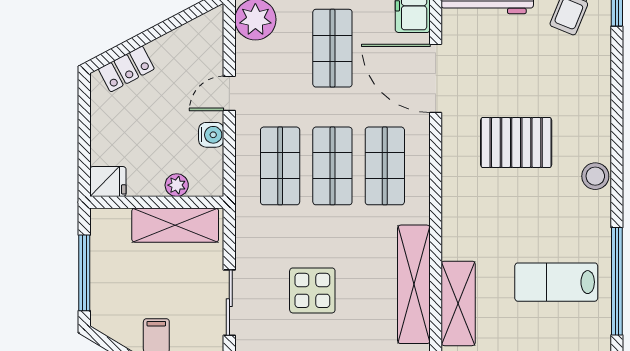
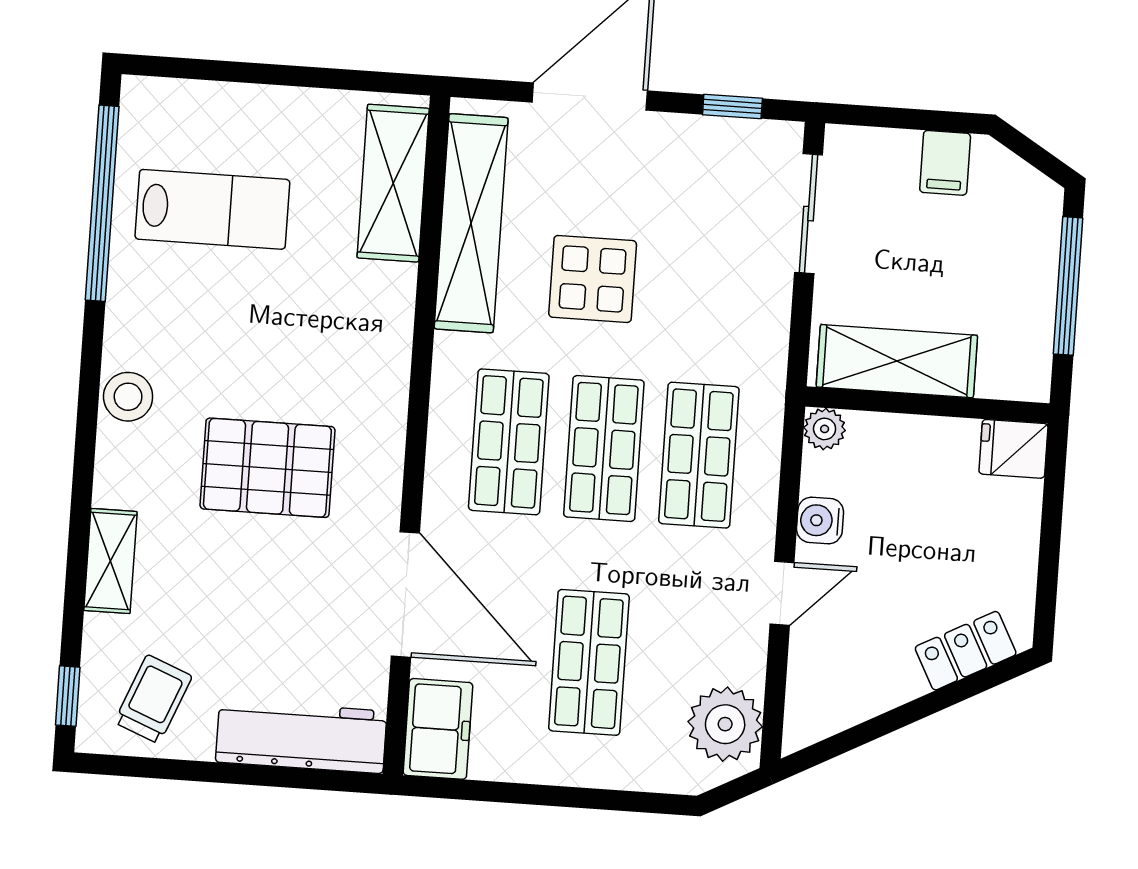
shelving: (599, 85) -> (110, 561), added
plant: (177, 185) -> (825, 429), moved
display table: (312, 290) -> (593, 279), moved

